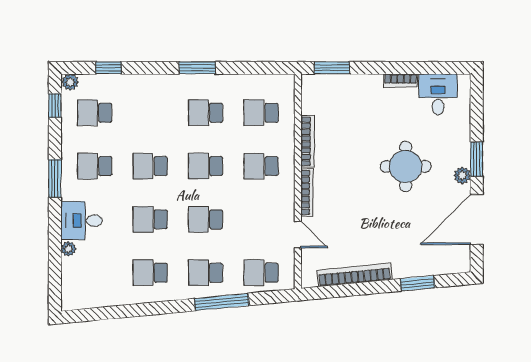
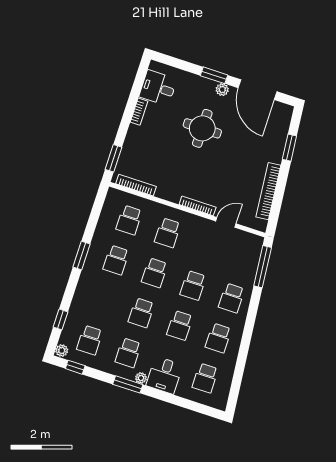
bookcase: (307, 141) -> (136, 185), moved
plant: (68, 249) -> (141, 378), moved
school desk: (261, 273) -> (205, 378), moved
window: (222, 302) -> (263, 267), moved

